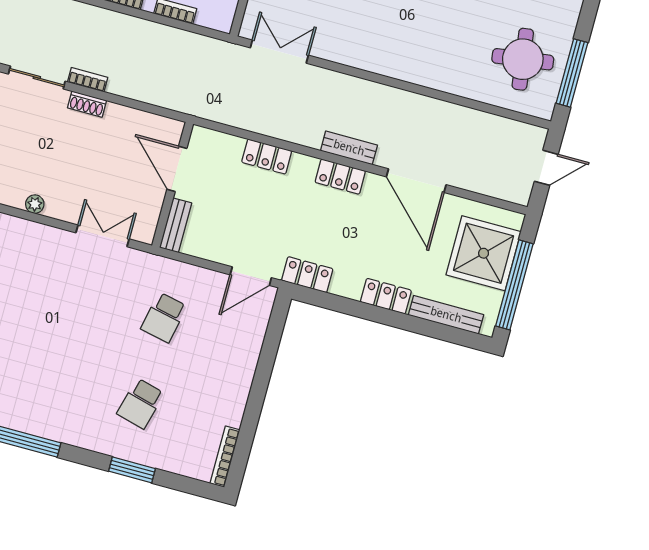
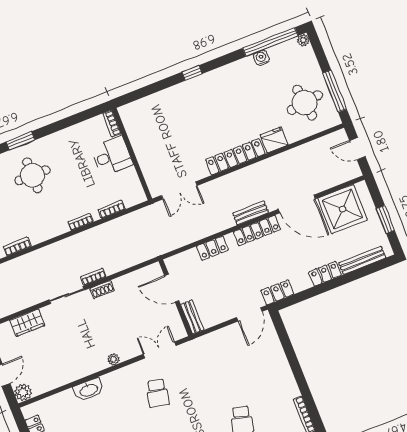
double door: (279, 52) -> (179, 191), swing flipped
locker: (383, 62) -> (235, 157), added
fridge: (448, 78) -> (274, 140), added
door: (546, 168) -> (357, 149), swing flipped
locker: (340, 177) -> (257, 231), width x1.53
shower: (484, 253) -> (343, 209), moved
window: (514, 285) -> (385, 219), width x0.47
school desk: (164, 317) -> (158, 393), moved

